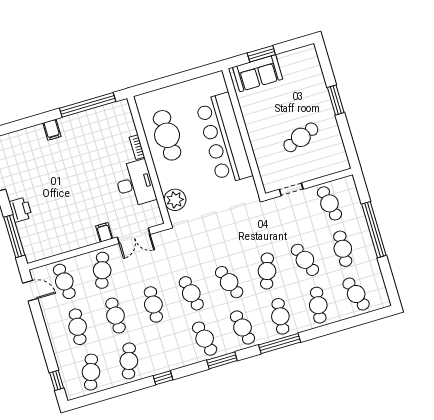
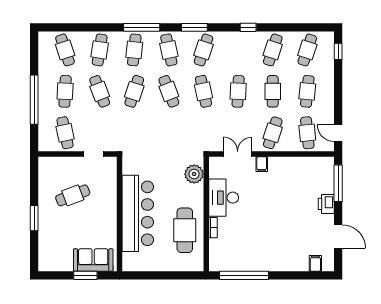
filing cabinet: (52, 130) -> (315, 263), moved
cafe table: (205, 339) -> (203, 50), turned 30

